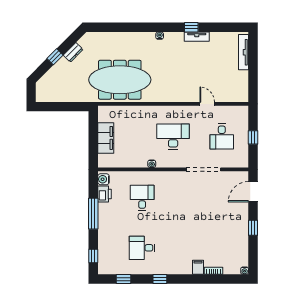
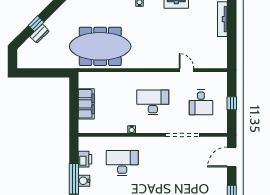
dresser: (73, 52) -> (40, 34), moved
water cooler: (103, 179) -> (84, 181), moved
desk: (142, 198) -> (122, 163), width x1.37

